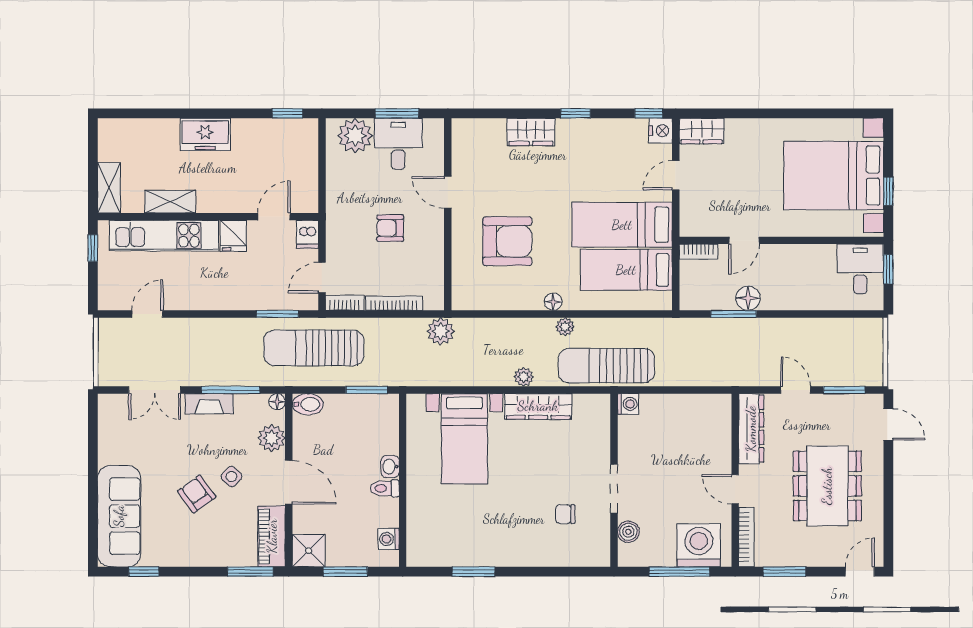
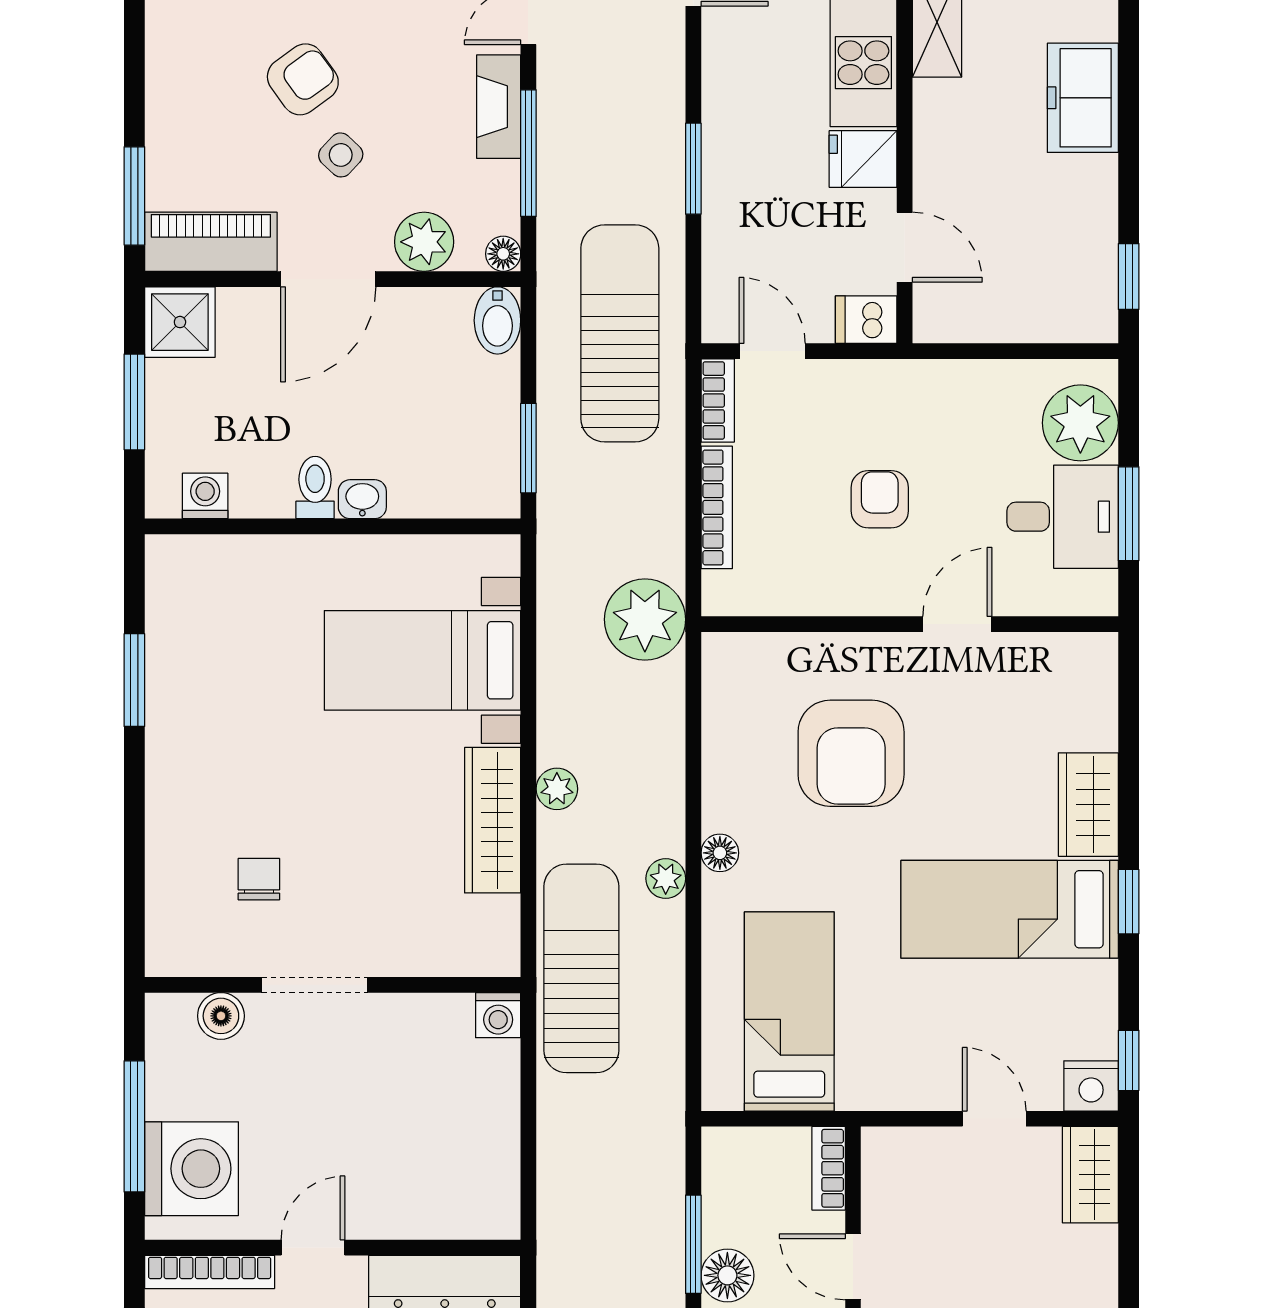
bed: (622, 225) -> (1010, 909), moved, turned -90
window: (277, 314) -> (693, 169), moved
plant: (441, 331) -> (645, 619), width x1.36, depth x1.36

